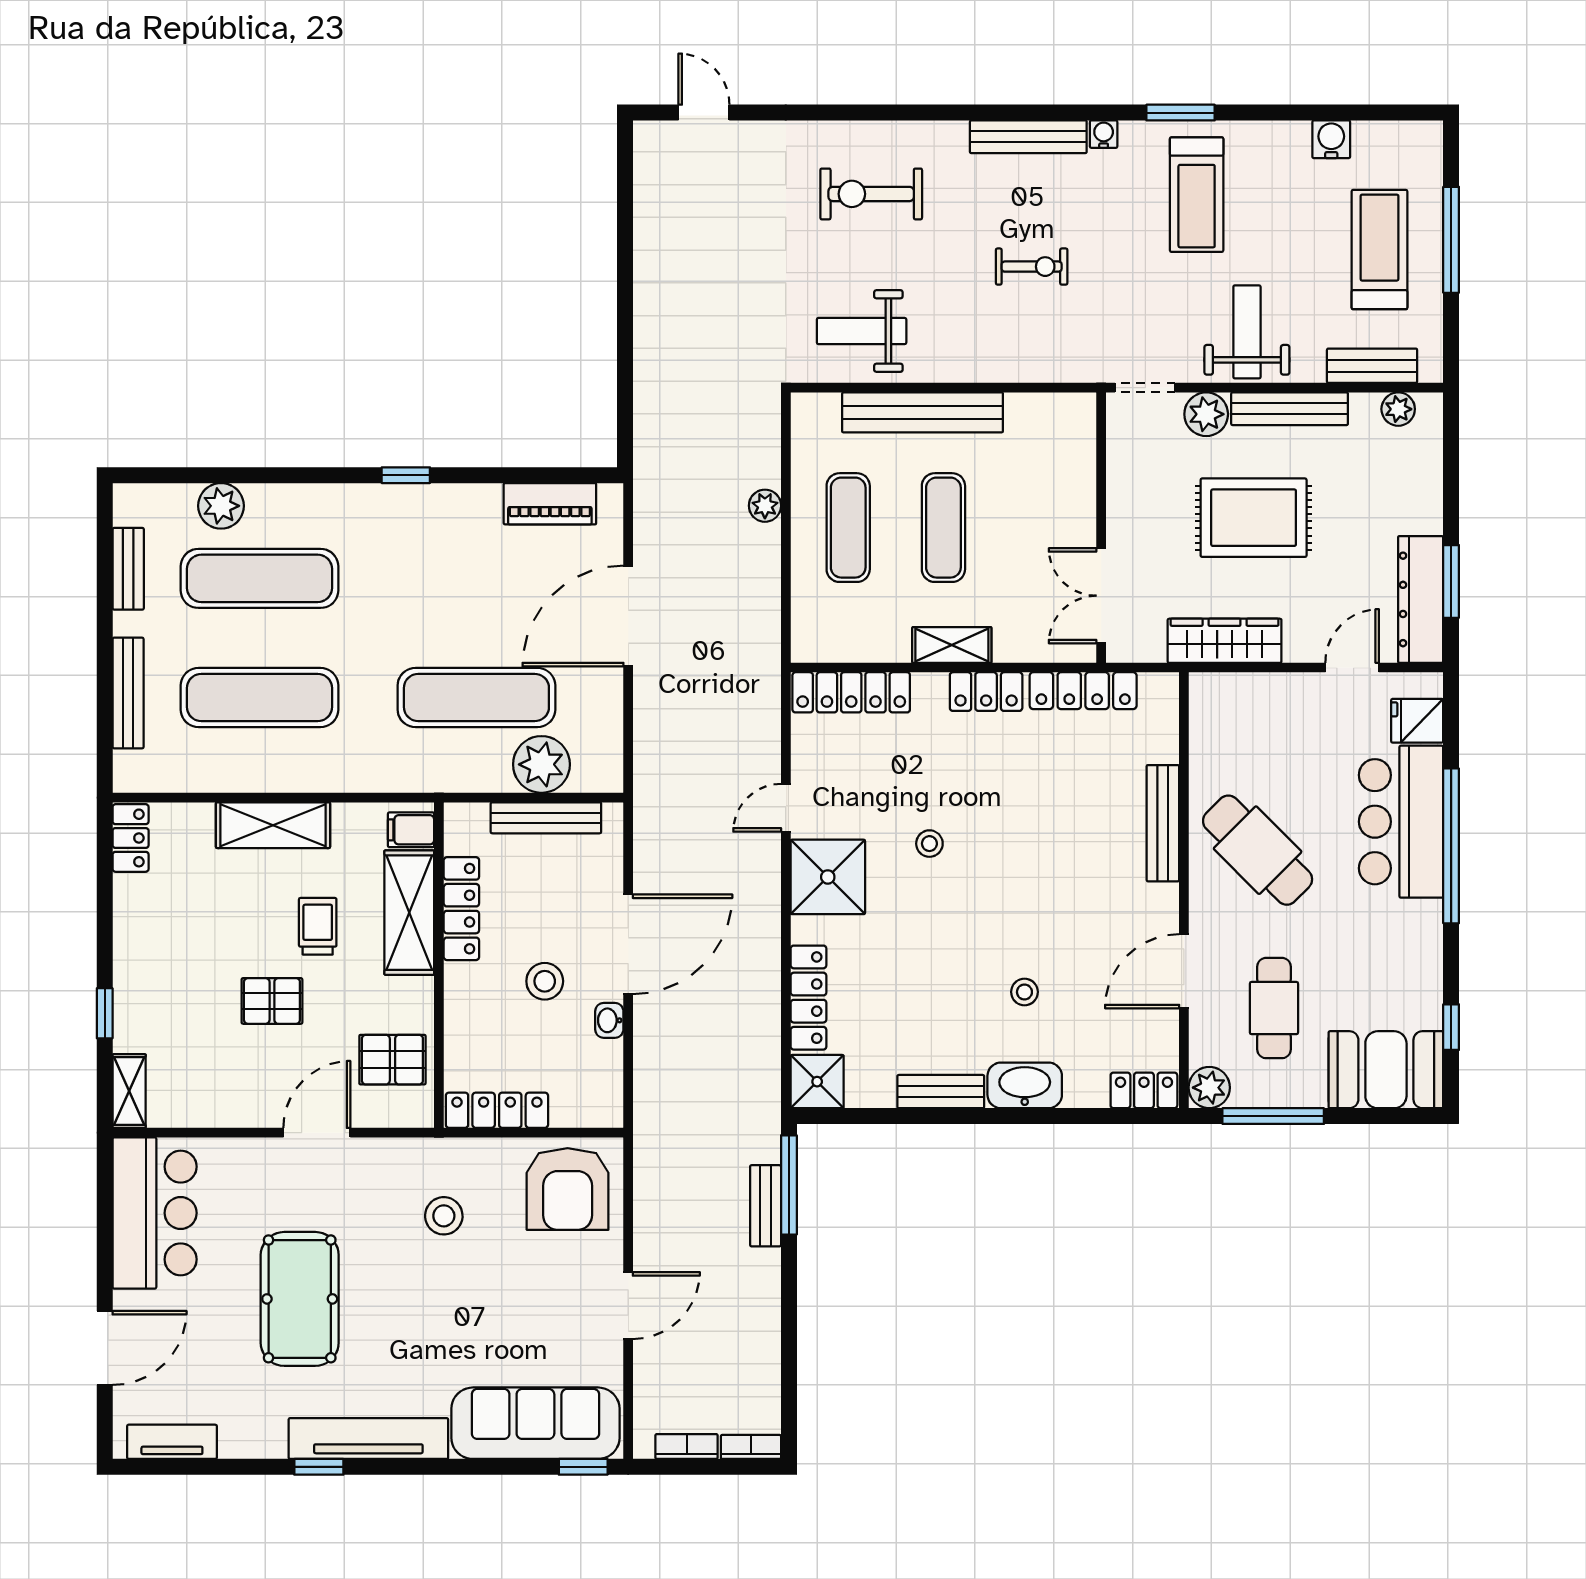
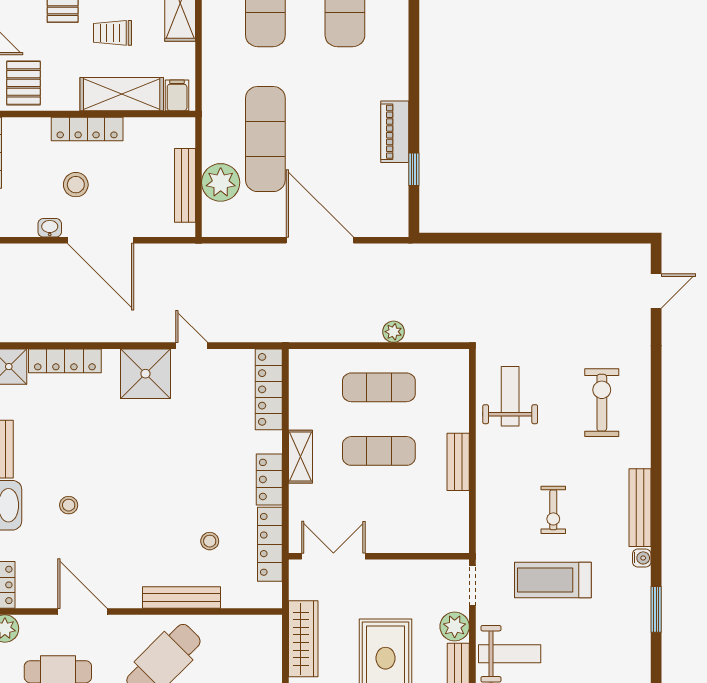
treadmill: (1197, 195) -> (553, 580), moved
bench: (923, 412) -> (458, 462), width x0.54, depth x0.82
window: (406, 475) -> (414, 169), moved
piano: (550, 504) -> (395, 132), moved
stool: (929, 844) -> (210, 541), moved
locker: (461, 909) -> (87, 129), moved
trolley: (318, 926) -> (113, 33), turned 180

